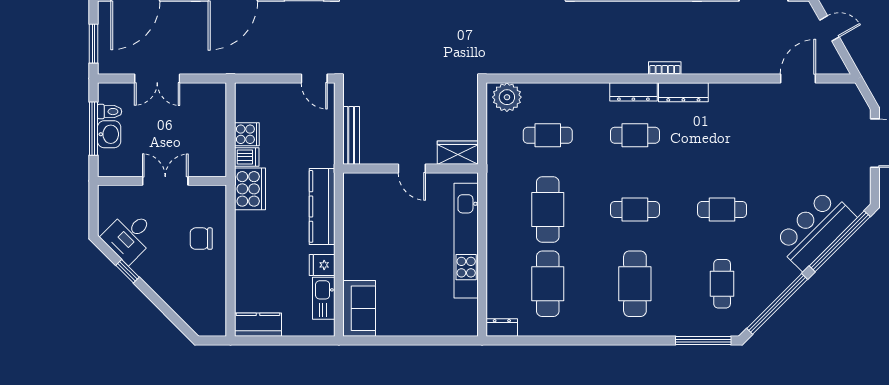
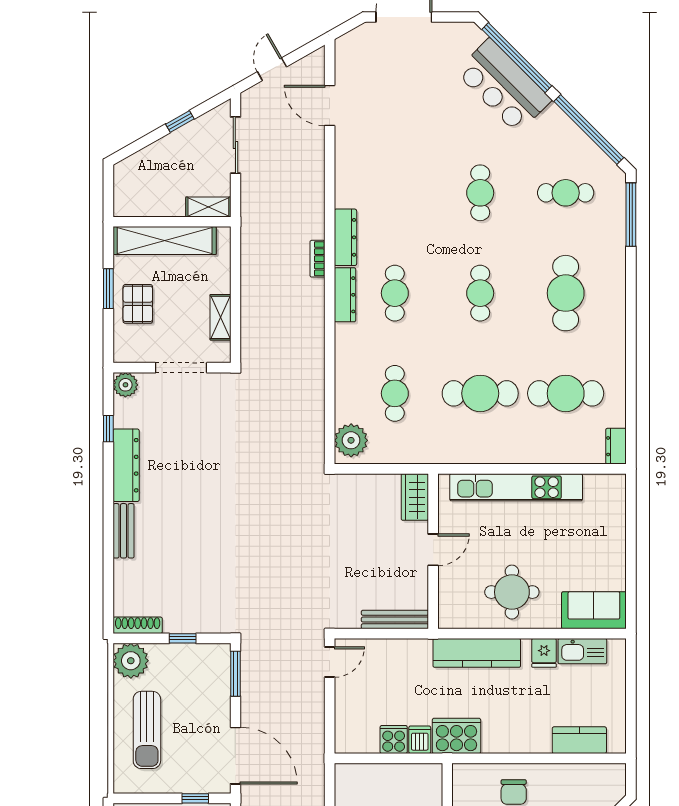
round table: (375, 237) -> (512, 592), added
cafe table: (635, 284) -> (566, 293), turned 90
kitchen counter: (258, 325) -> (579, 740), moved, turned 90

